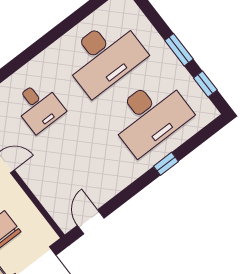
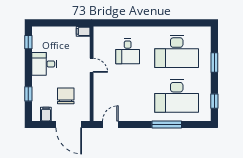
window: (179, 50) -> (214, 63), moved
window: (166, 164) -> (167, 124), width x2.17

